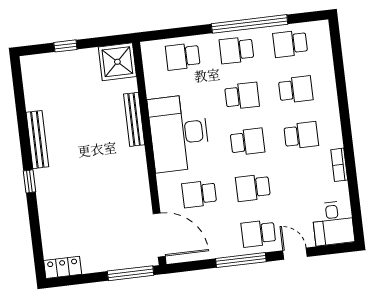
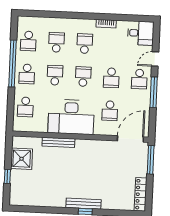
shower: (117, 62) -> (22, 159), moved
bench: (37, 140) -> (84, 204), moved
locker: (63, 267) -> (141, 194), width x1.53

